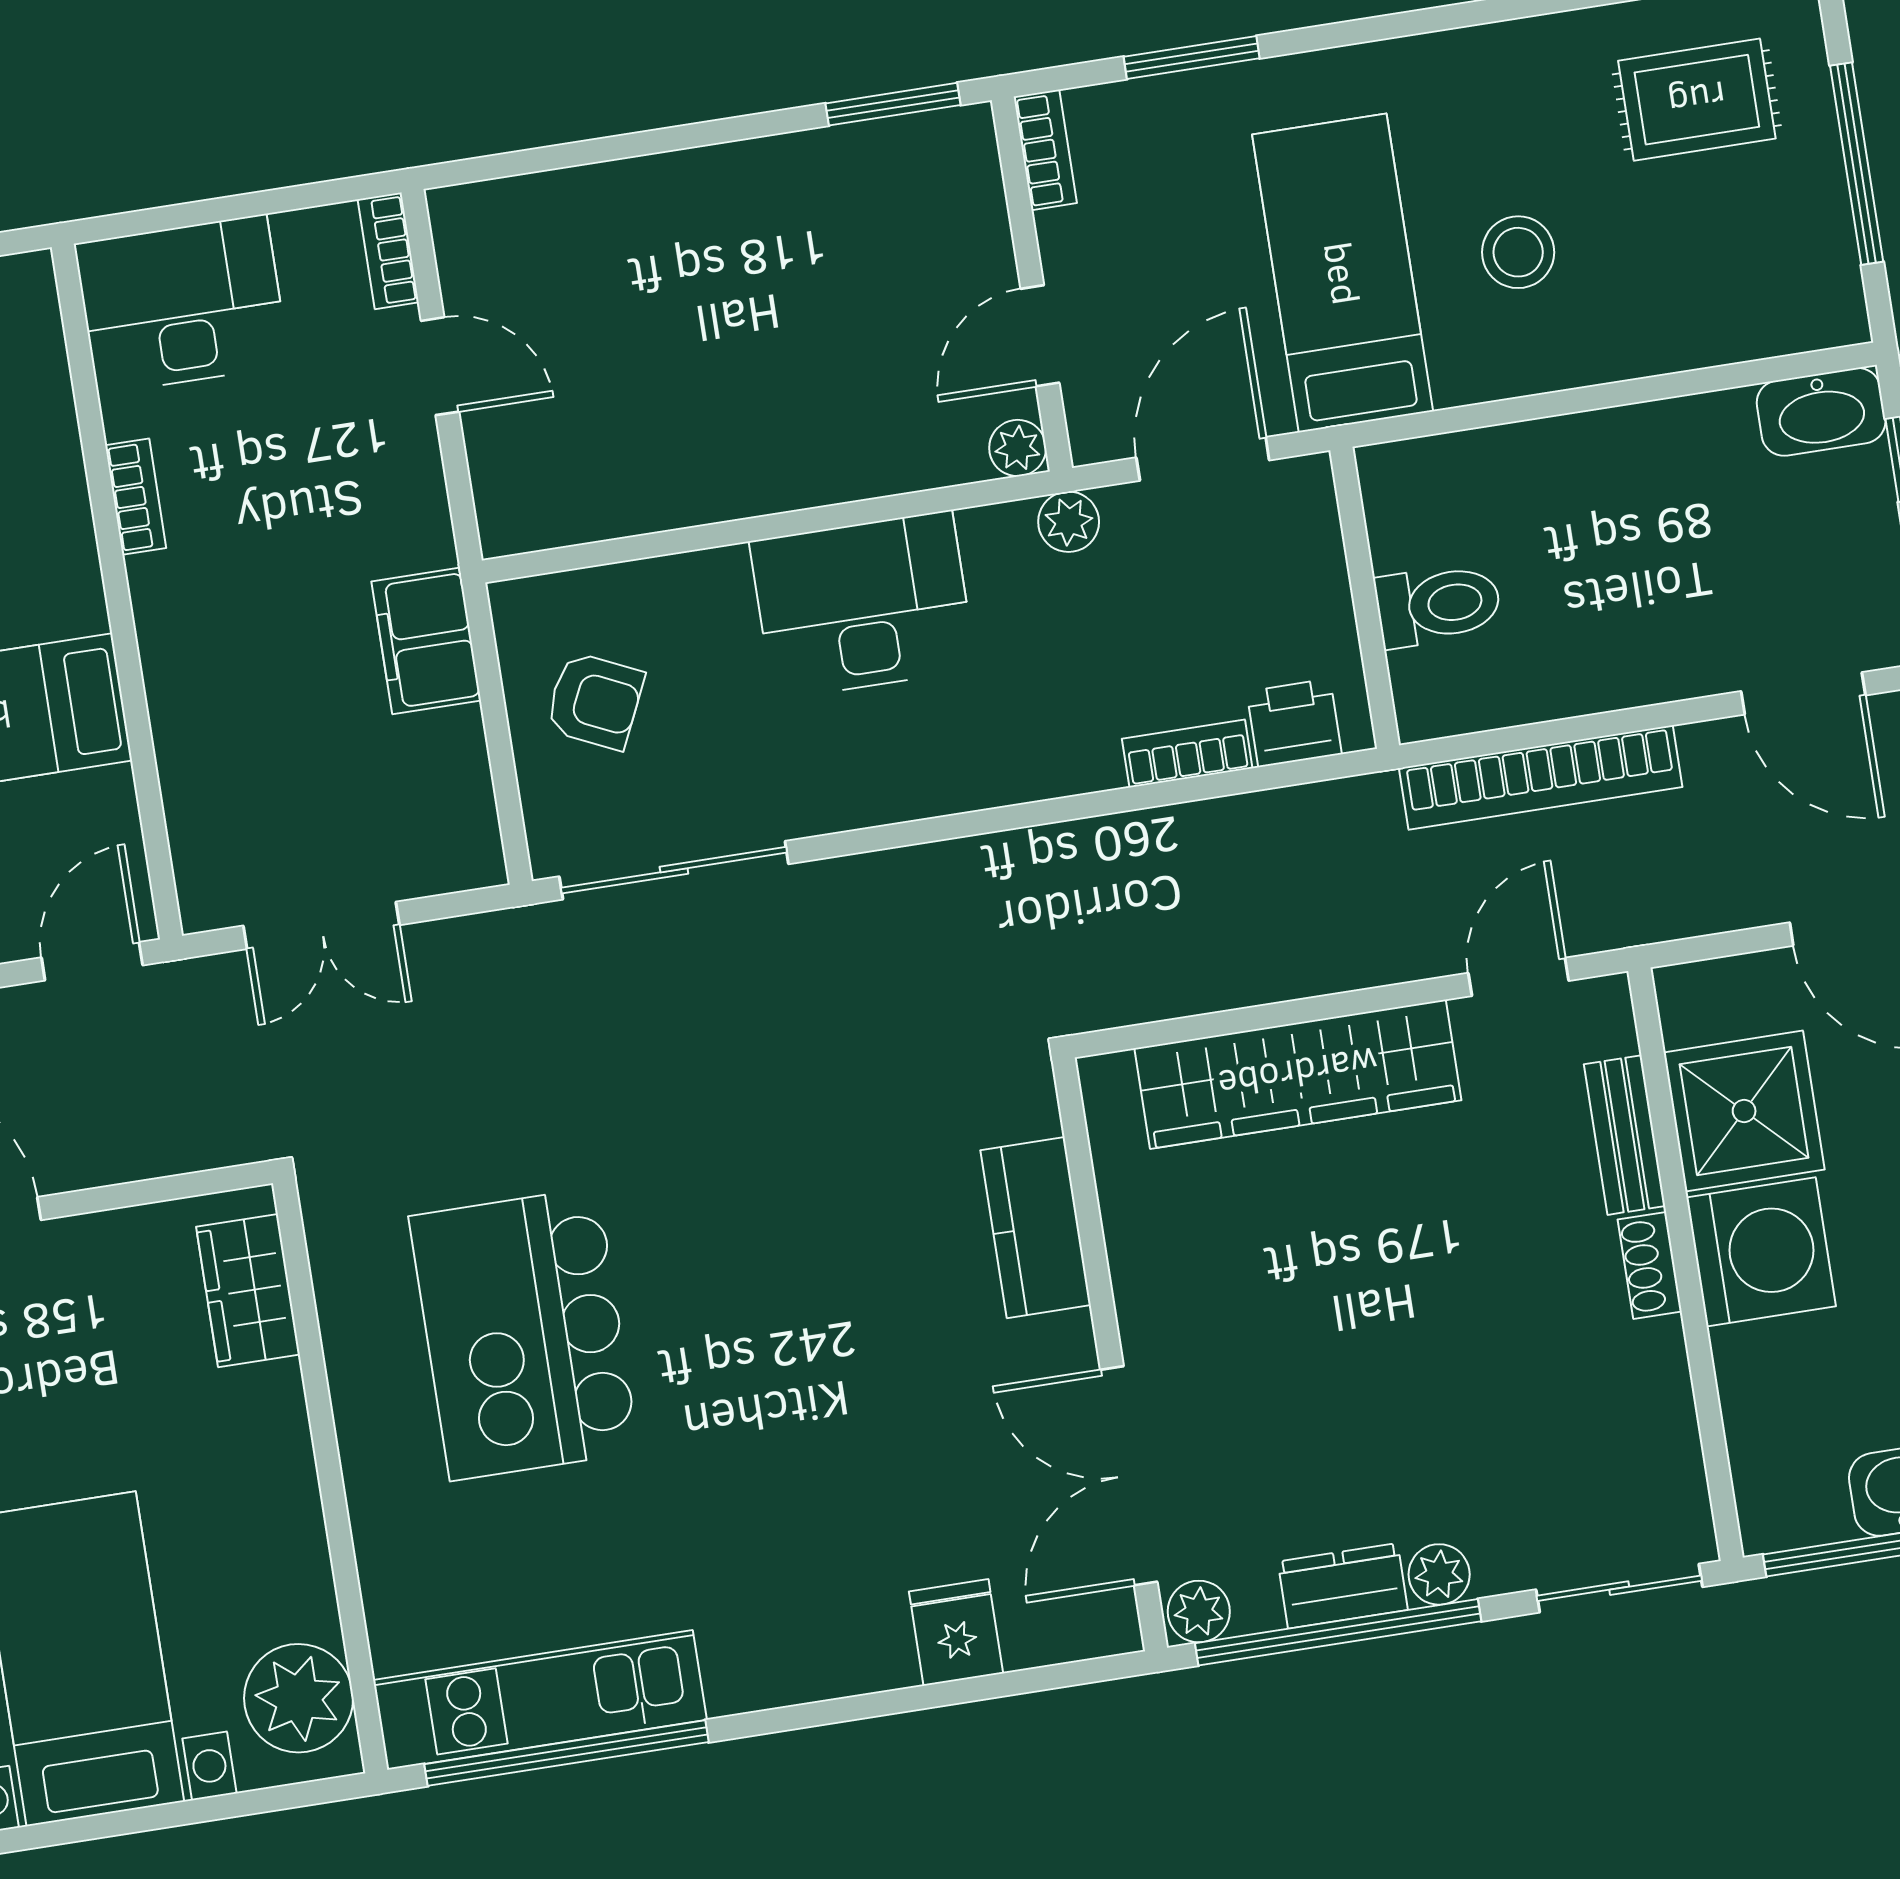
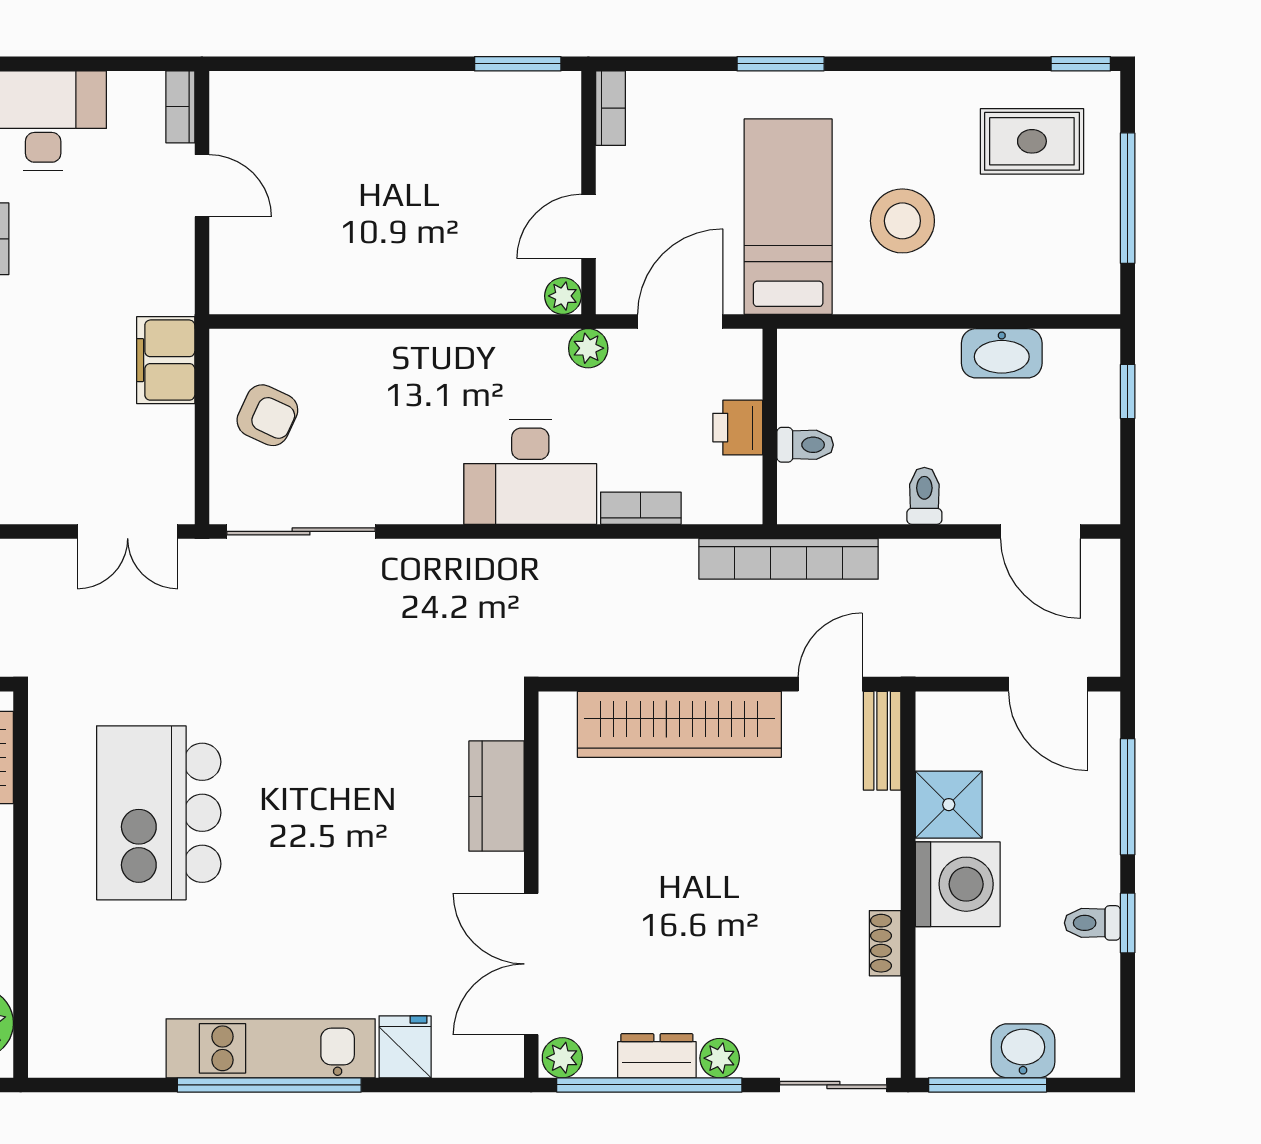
window: (1192, 57) -> (781, 64), moved
stool: (1518, 252) -> (902, 221), width x1.38, depth x1.38
washbasin: (1821, 412) -> (1002, 353), moved
desk: (863, 605) -> (530, 472), moved, turned 180
toilet: (1438, 605) -> (805, 445), width x0.73, depth x0.72
toilet: (1617, 667) -> (924, 496), added
printer: (1294, 723) -> (738, 428), moved, turned -90
bookcase: (1541, 777) -> (789, 559), moved
double door: (321, 925) -> (128, 531), moved
shower: (1744, 1111) -> (949, 805), width x0.73, depth x0.73
bench: (1625, 1135) -> (882, 741), moved
shoe rack: (1650, 1265) -> (885, 943), moved
kitchen unit: (540, 1700) -> (271, 1048), moved
window: (566, 1753) -> (269, 1085), moved

